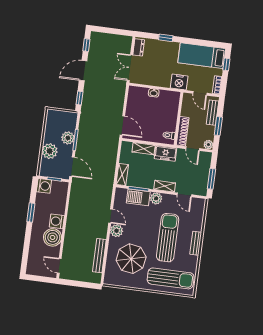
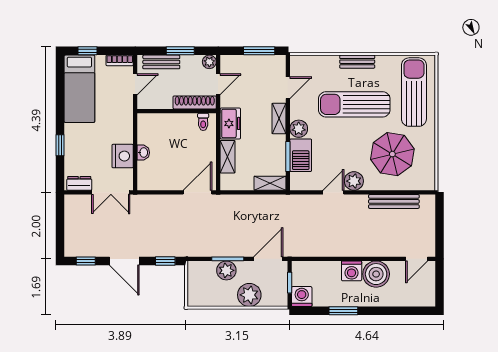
nightstand: (179, 82) -> (123, 156), moved

